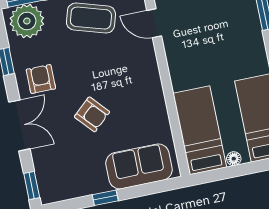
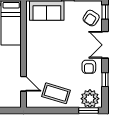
armchair: (92, 114) -> (91, 18), moved, turned -105

